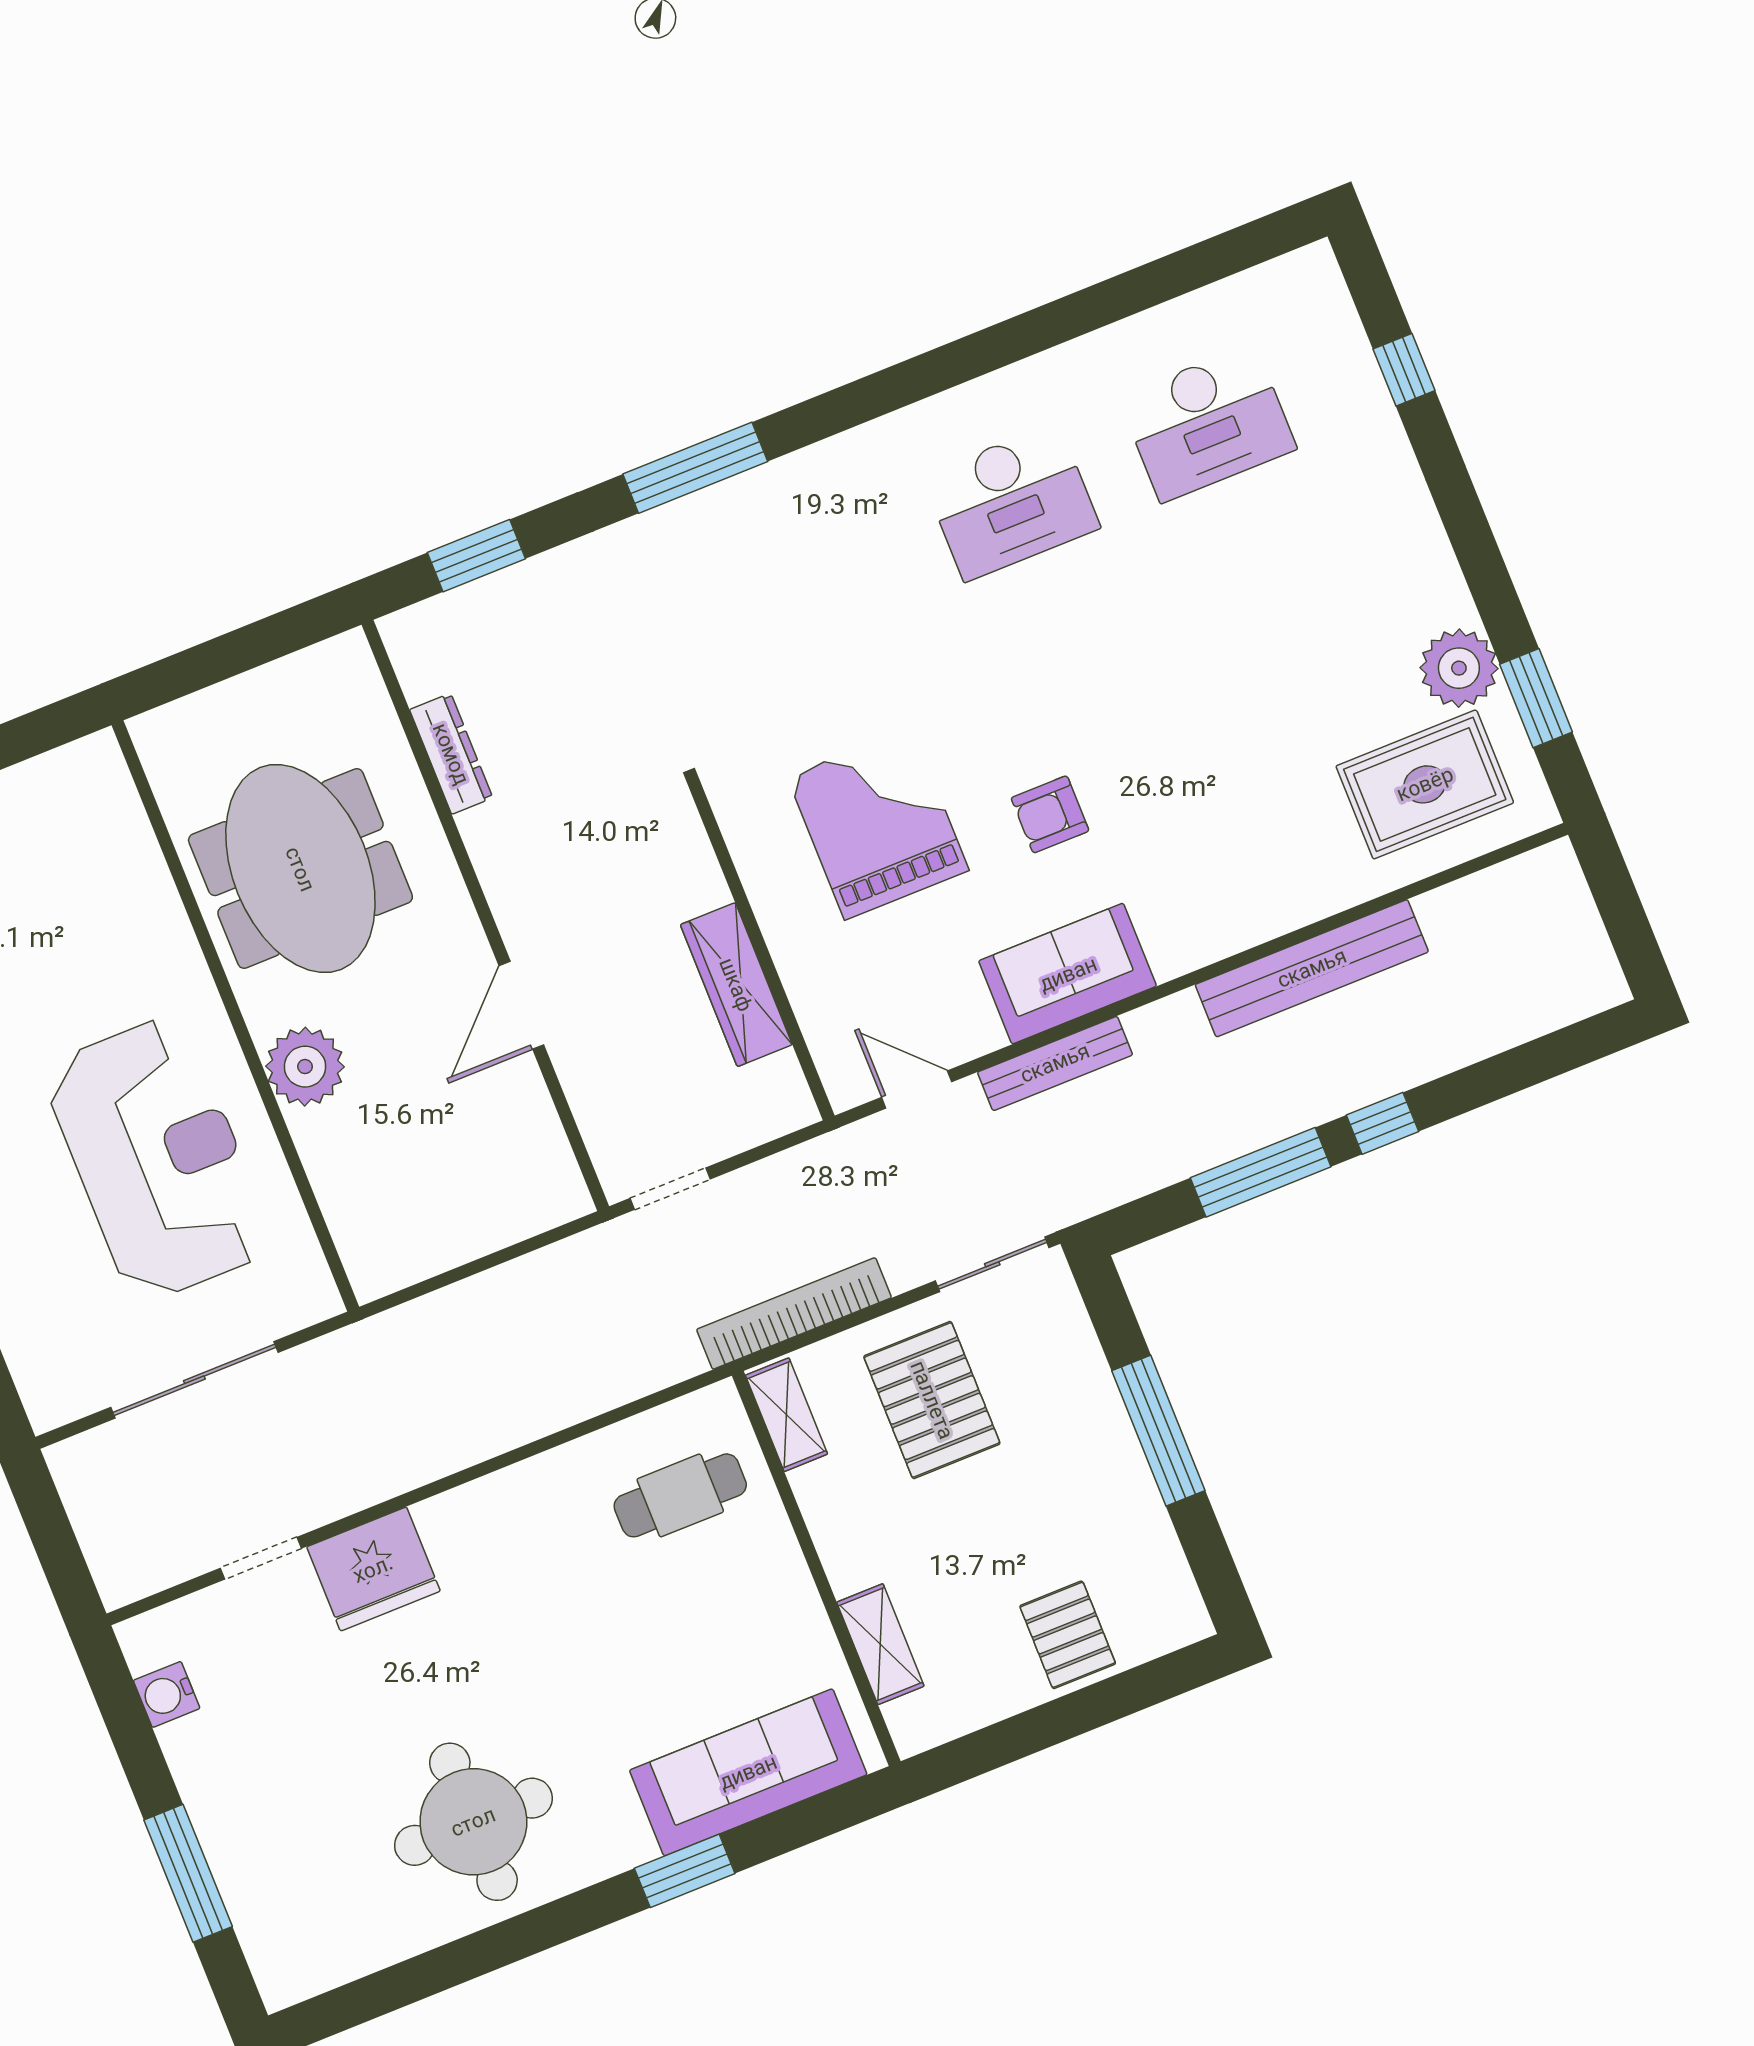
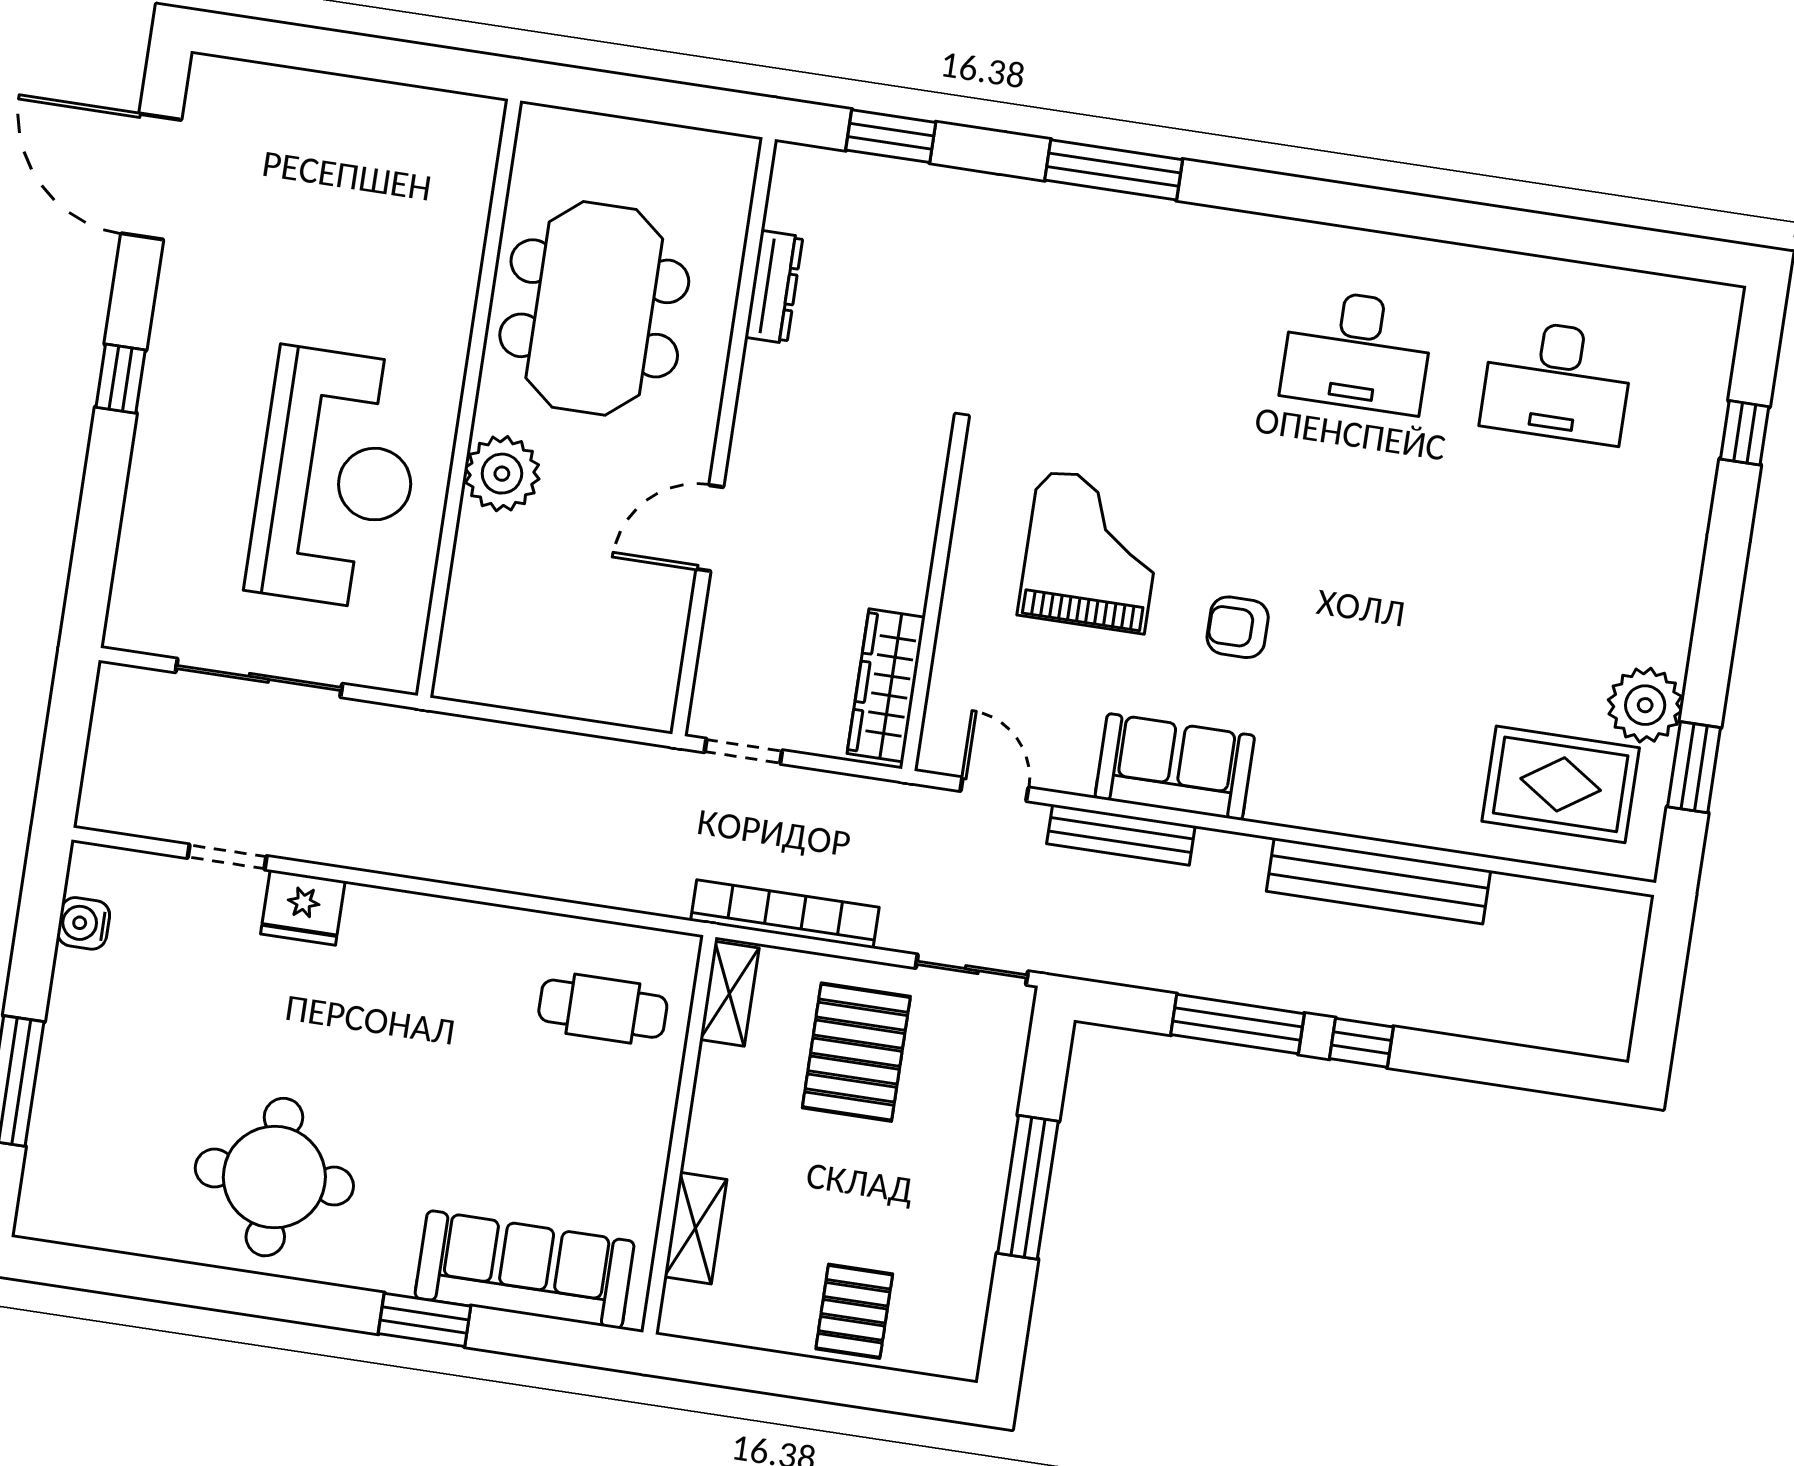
wardrobe: (736, 985) -> (886, 685), moved
fridge: (373, 1569) -> (303, 907), width x0.73, depth x0.75

